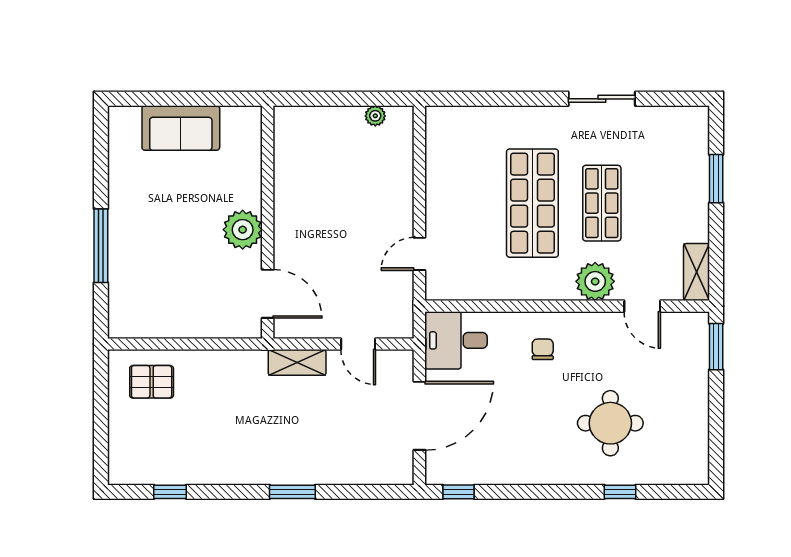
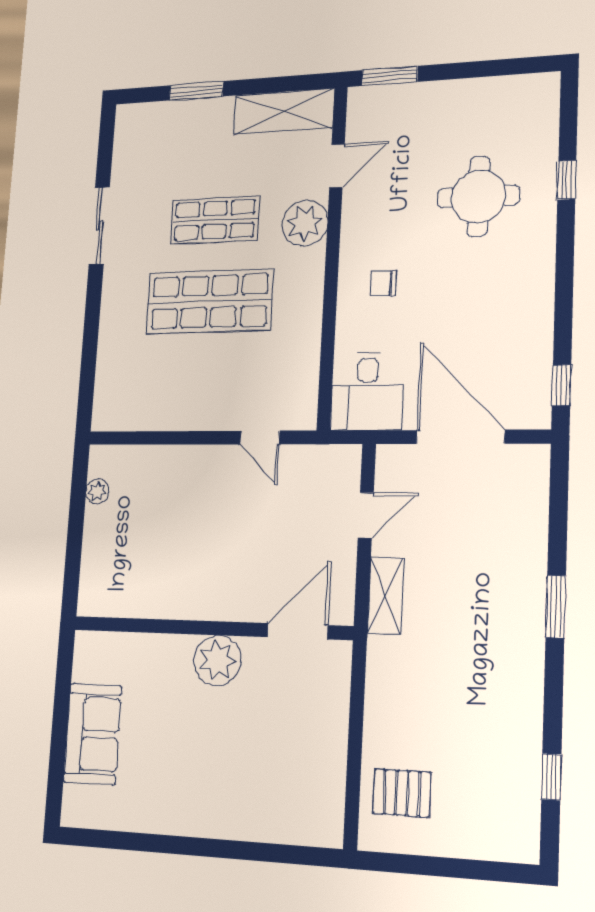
window: (101, 246) -> (226, 849), removed
shelving: (697, 272) -> (284, 112), width x1.50, depth x1.33
pallet: (152, 382) -> (402, 793), turned 90

